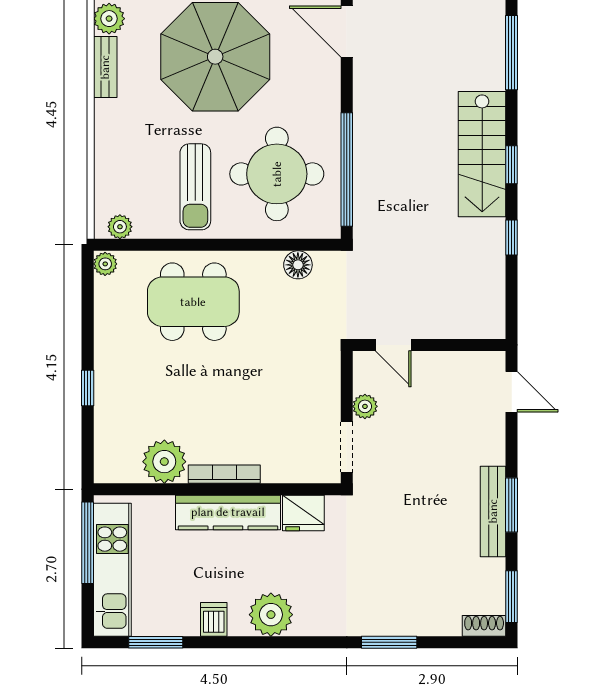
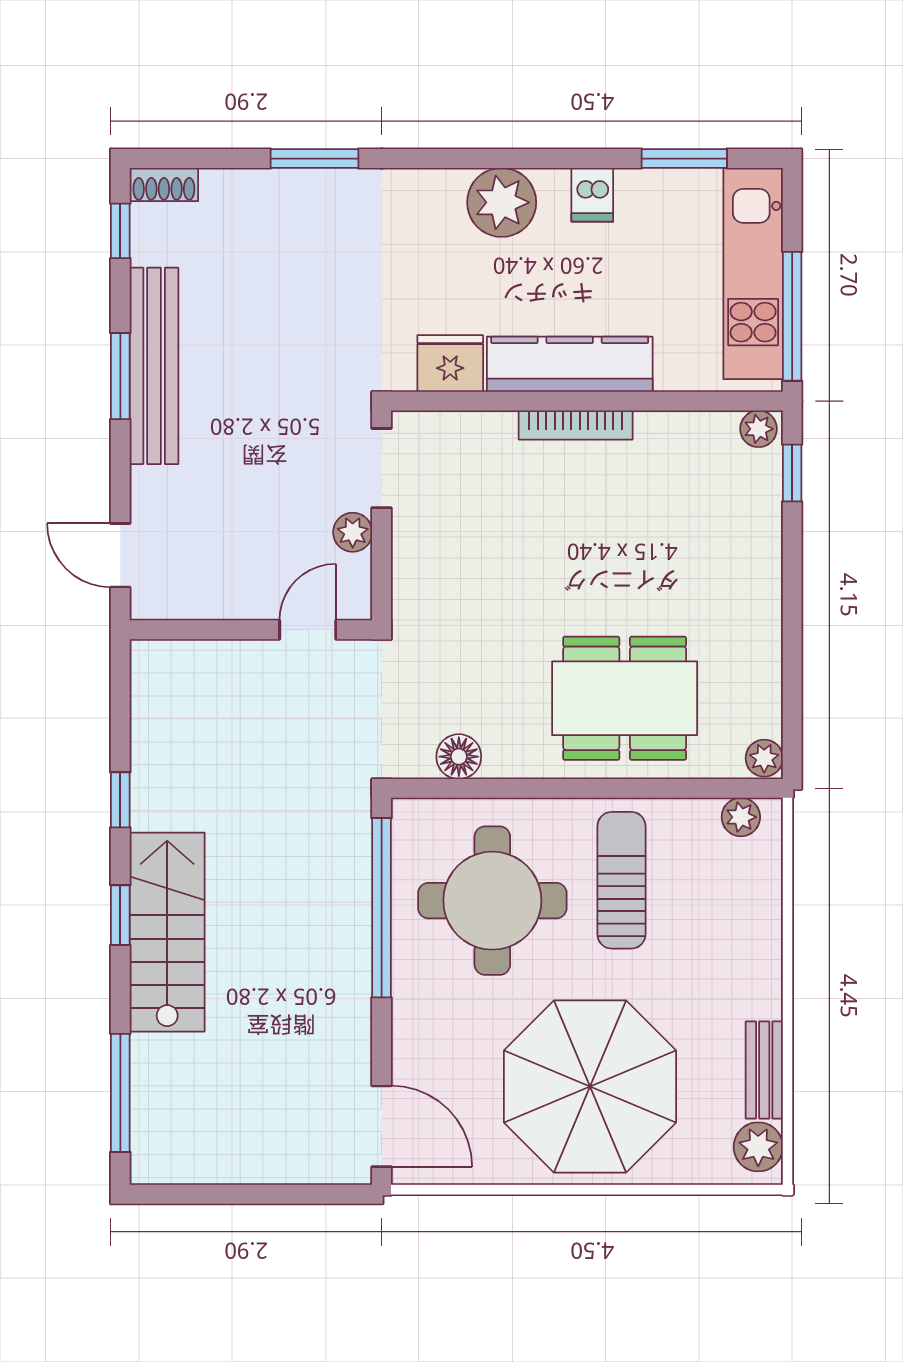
door: (393, 345) -> (308, 630), hinge flipped
window: (88, 388) -> (792, 473), moved
plant: (164, 462) -> (759, 429), moved, width x0.53, depth x0.53
bench: (493, 511) -> (154, 366), width x1.37, depth x1.21
window: (512, 597) -> (120, 231), width x0.67

